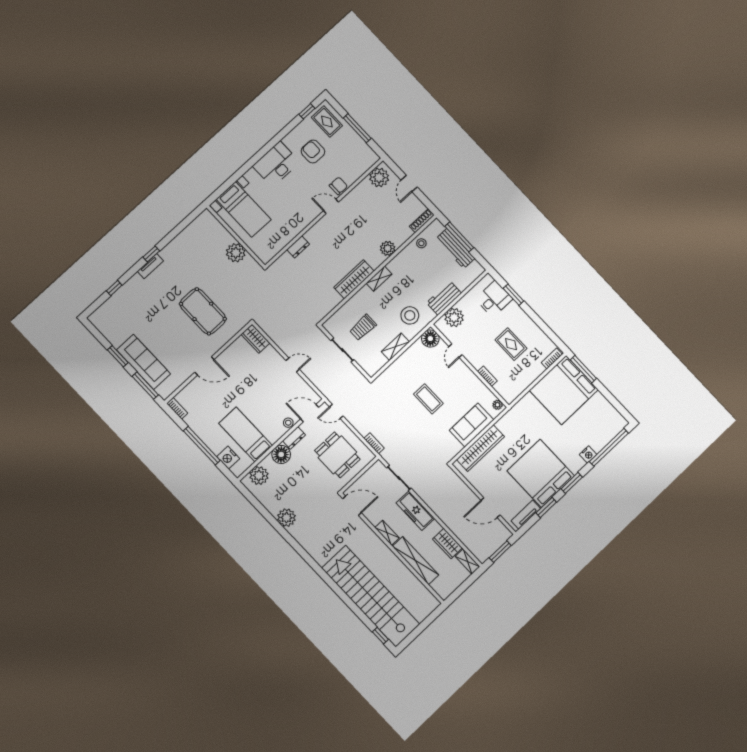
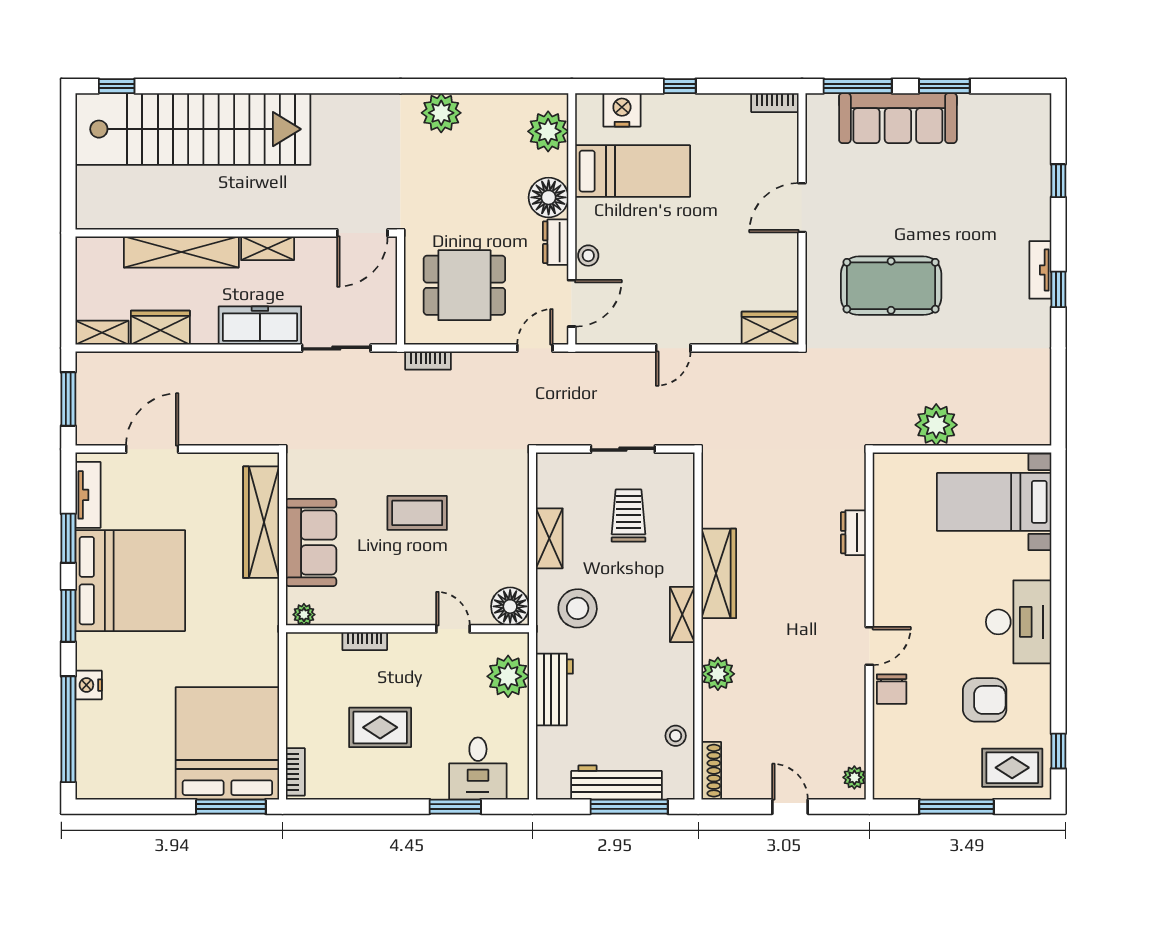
plant: (379, 177) -> (854, 777), width x0.53, depth x0.53
window: (202, 446) -> (680, 86), width x0.32

